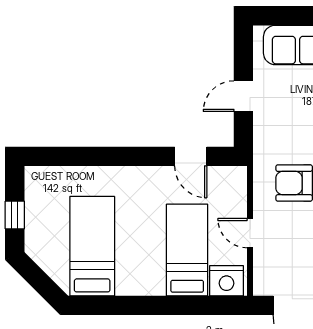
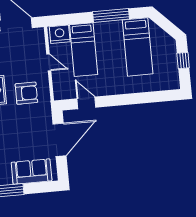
door: (243, 96) -> (60, 140), width x1.87
window: (134, 305) -> (111, 15), added

